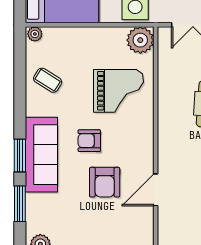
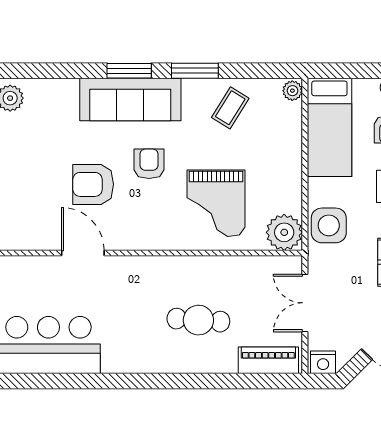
window: (20, 204) -> (195, 71), moved

